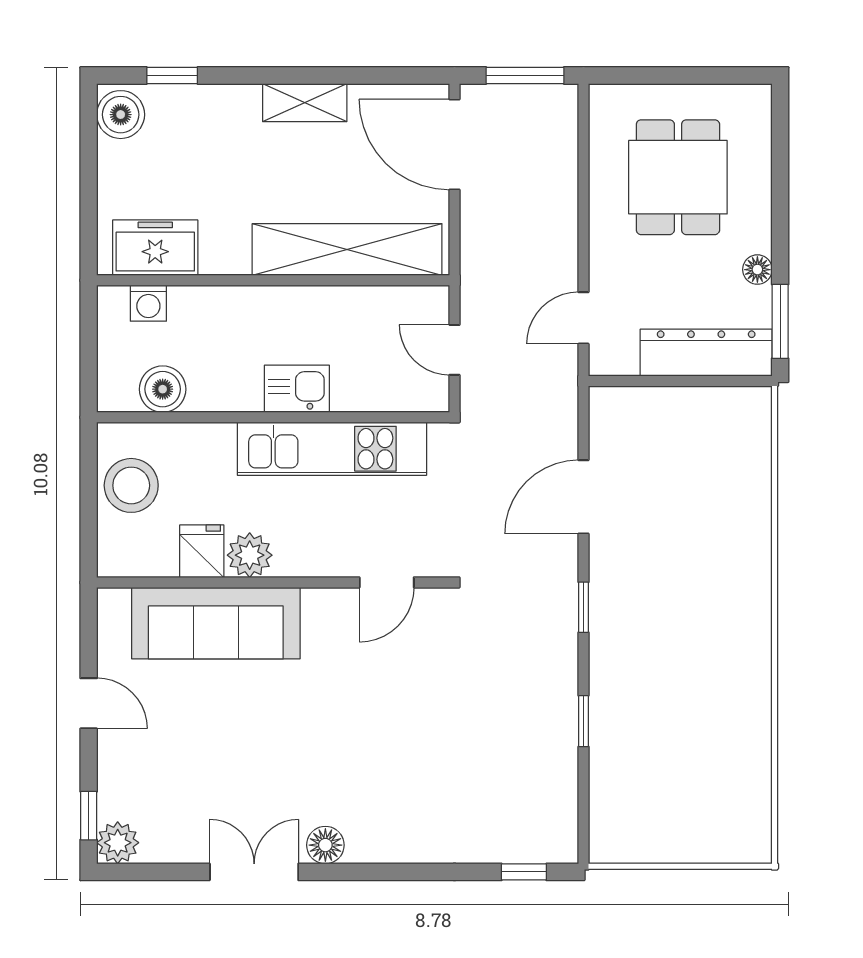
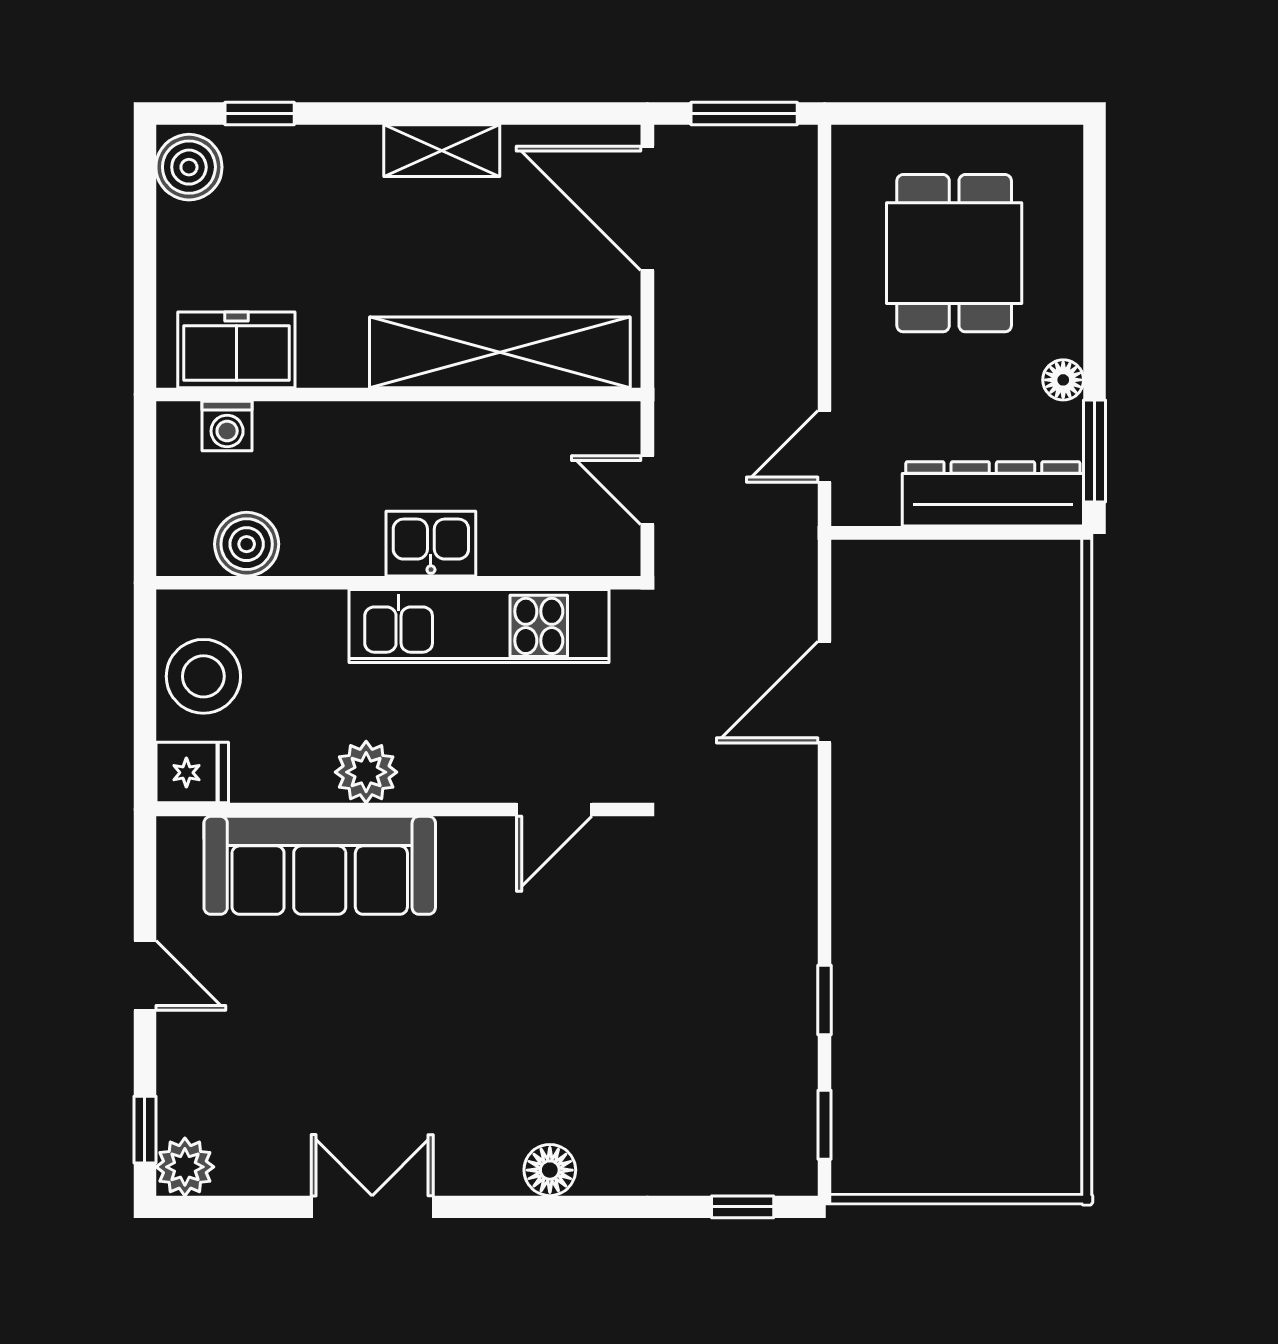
fridge: (202, 551) -> (192, 773), moved, turned 90
window: (583, 607) -> (824, 1125), moved
floor lamp: (325, 845) -> (550, 1170), moved

